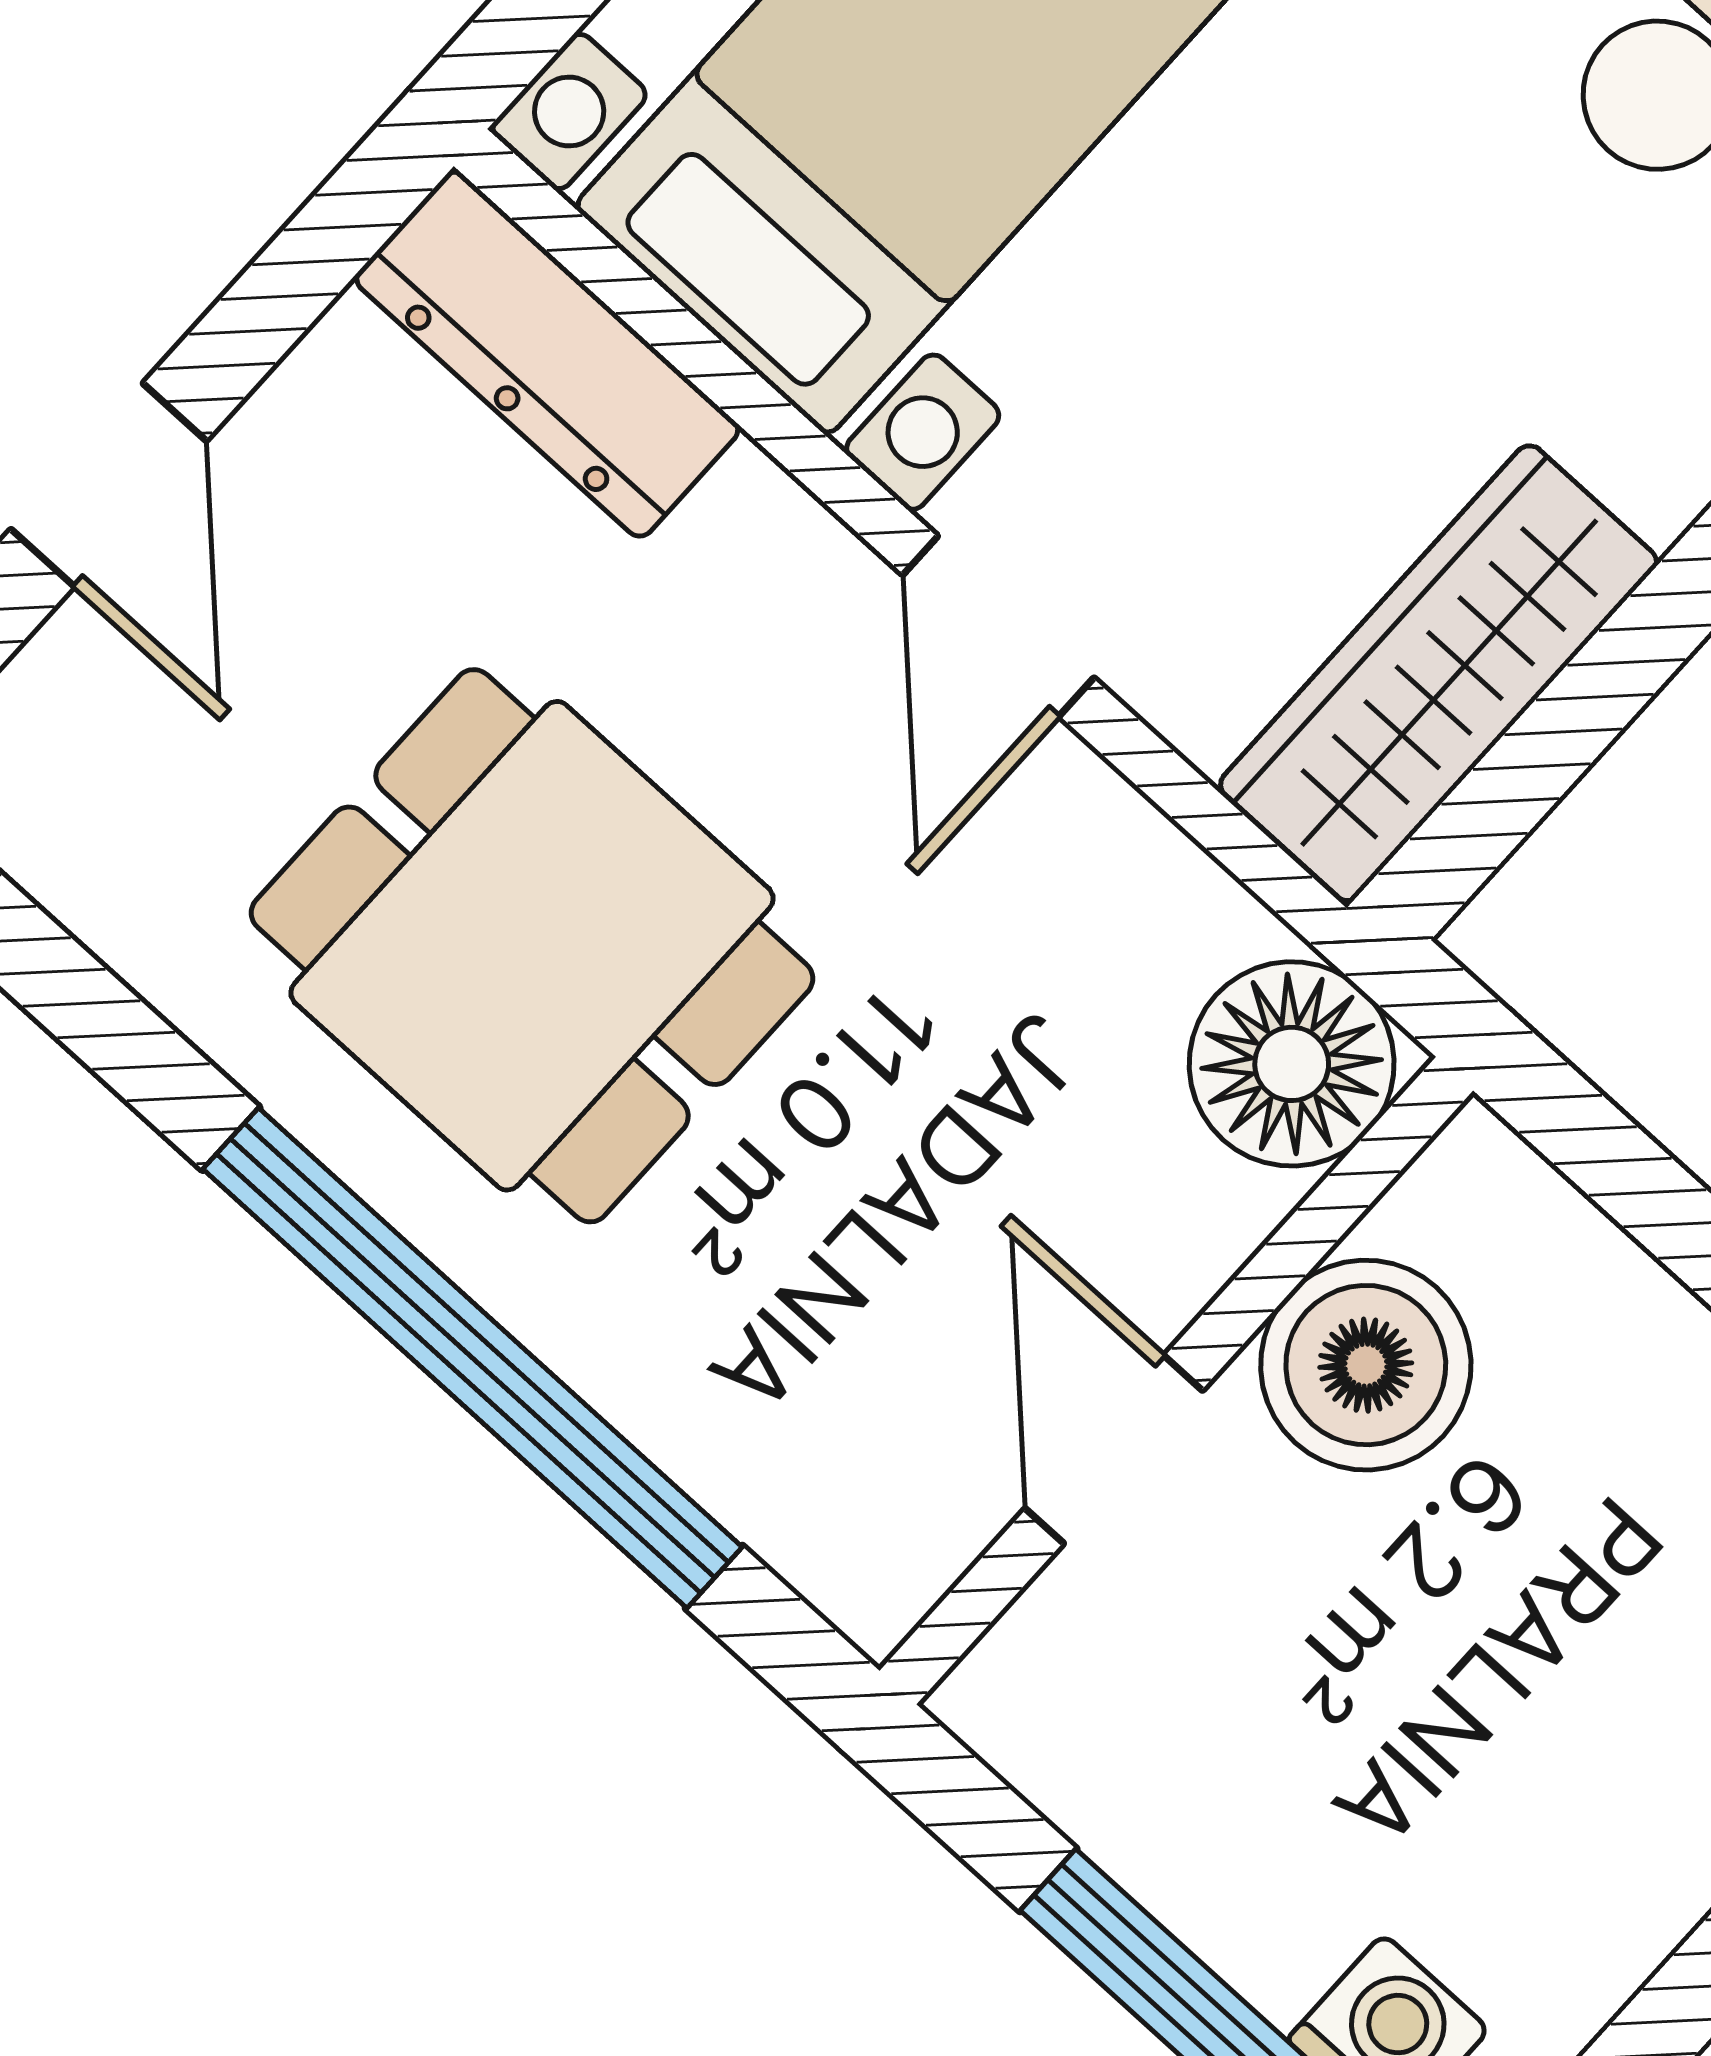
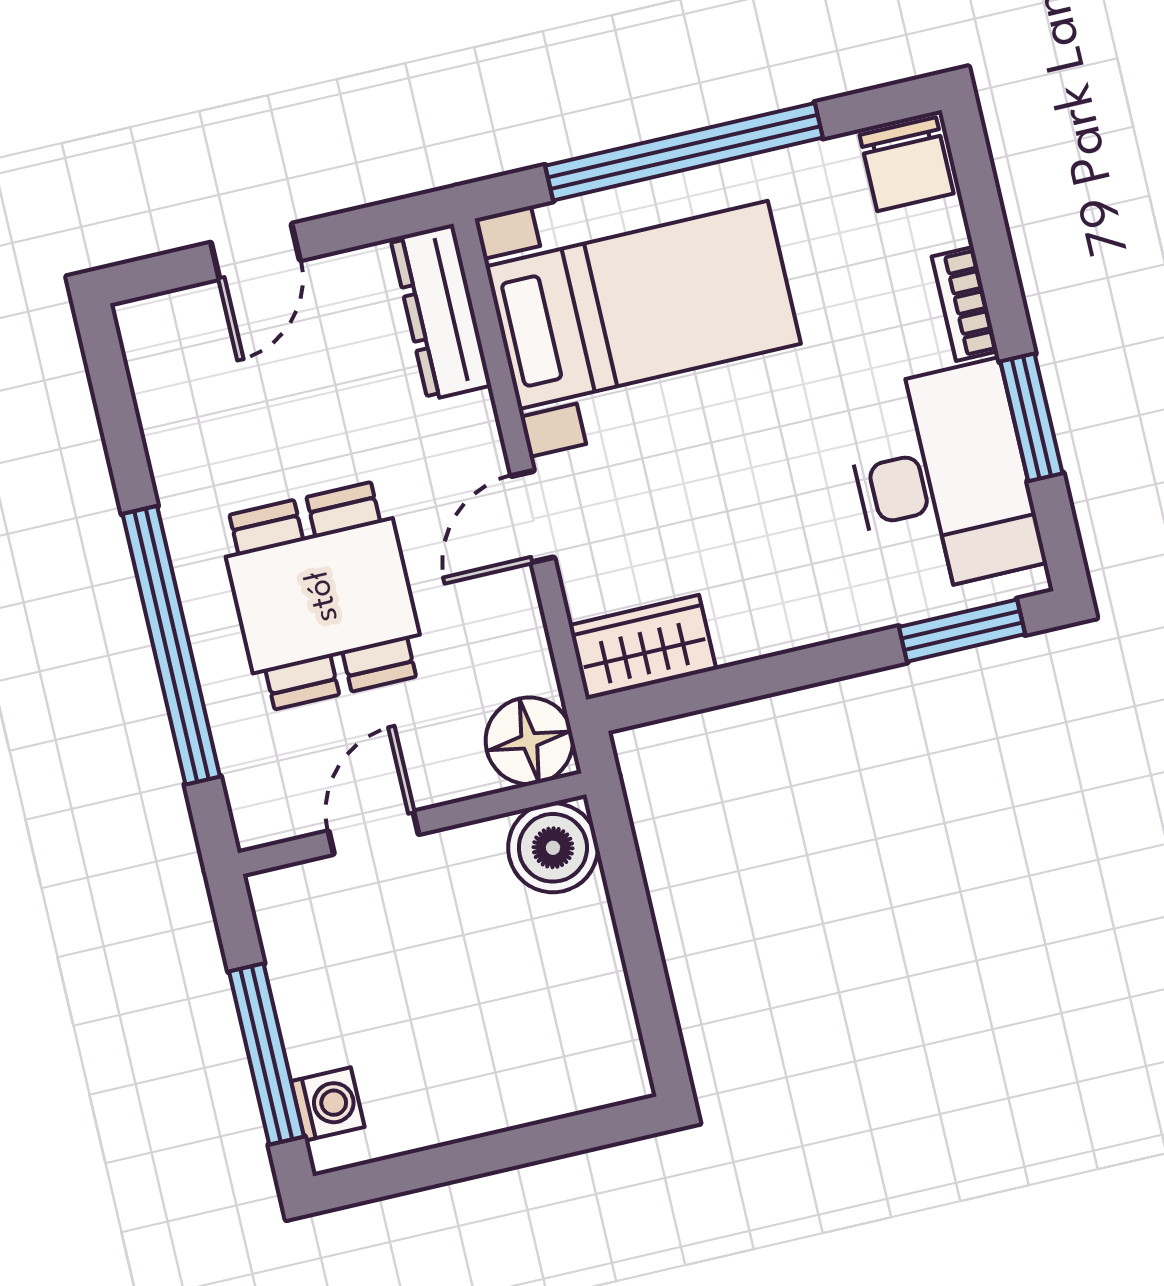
wardrobe: (1439, 673) -> (643, 647), width x0.67
dining table: (532, 946) -> (323, 596), moved
boiler: (1366, 1365) -> (553, 848), moved

